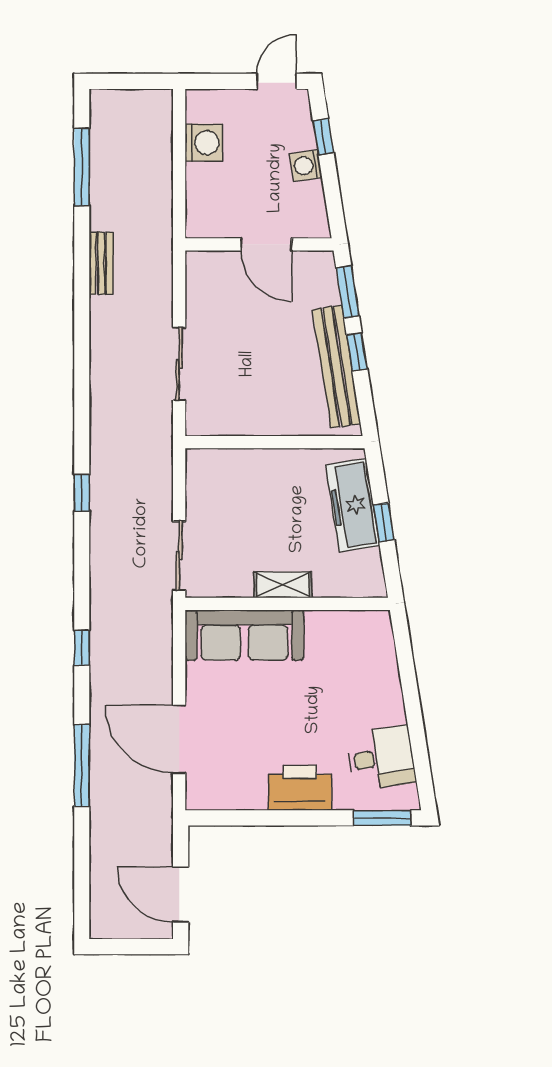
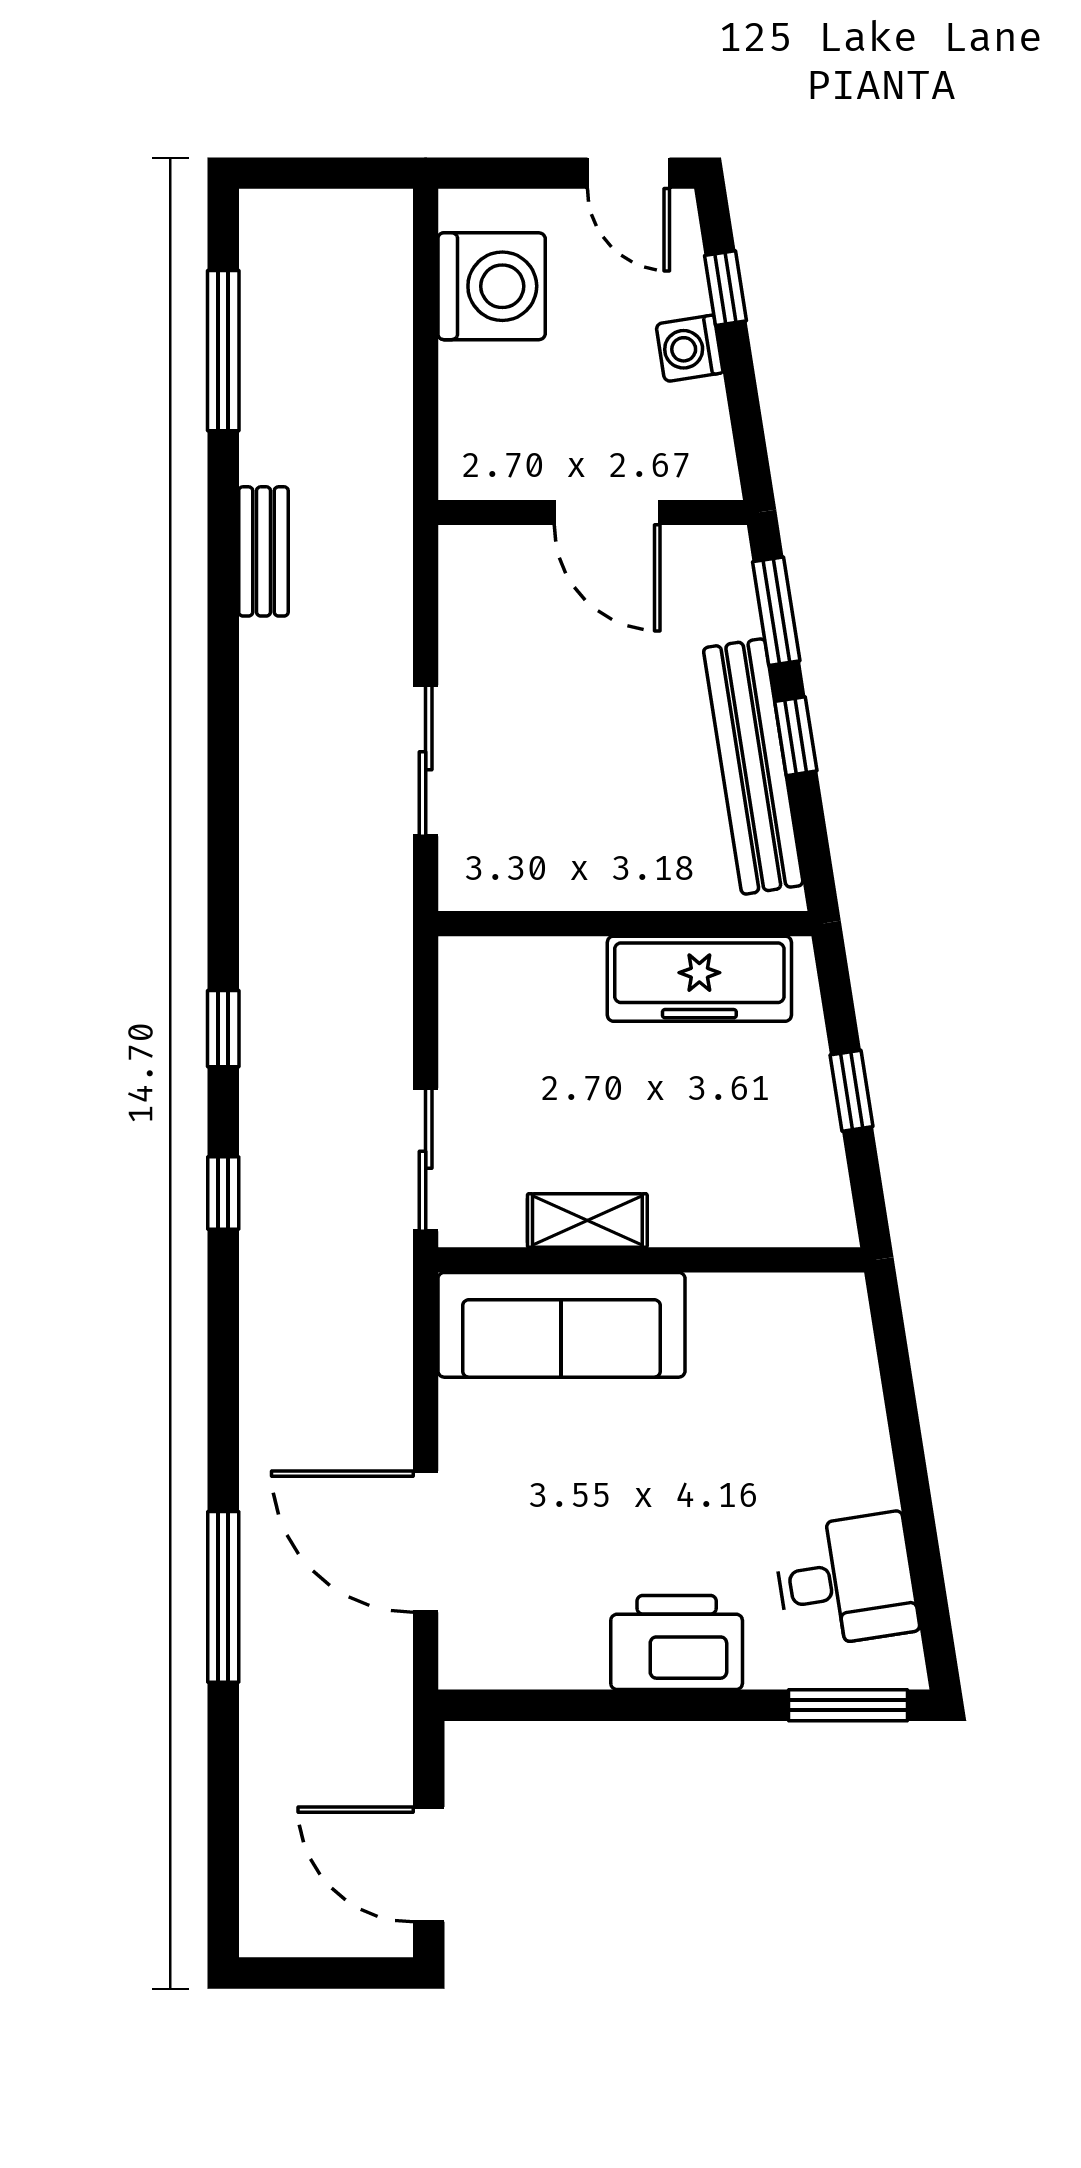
door: (277, 81) -> (628, 173), swing flipped
washing machine: (204, 143) -> (492, 286), width x1.37, depth x1.37
freezer: (353, 505) -> (699, 979), moved, turned -81
shelving: (283, 585) -> (587, 1221), moved
window: (82, 648) -> (223, 1193), moved

